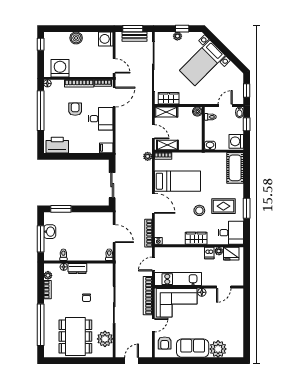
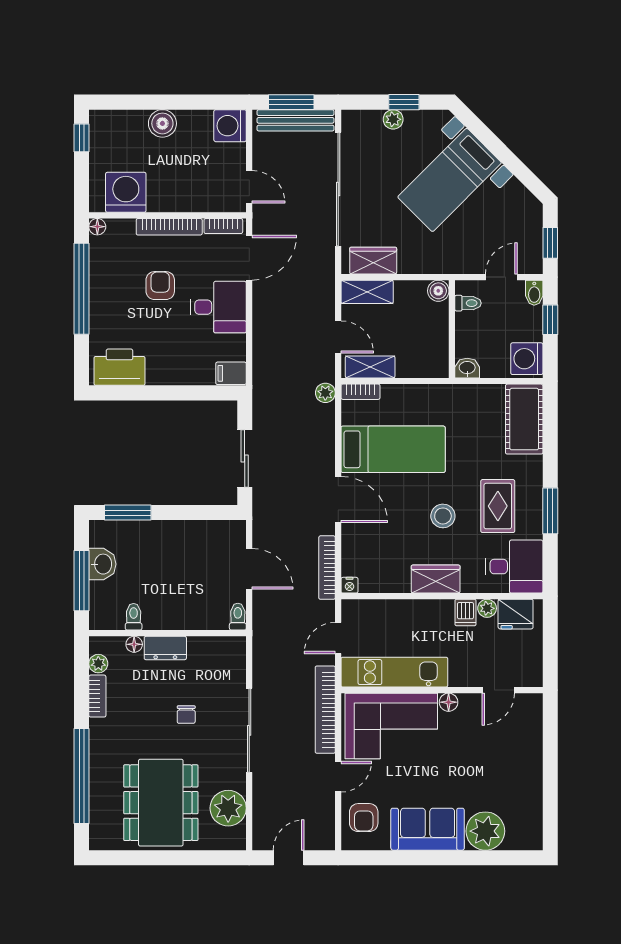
bench: (135, 37) -> (295, 120), width x1.36
rug: (223, 206) -> (498, 506), turned 90

